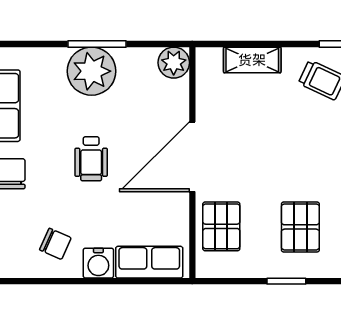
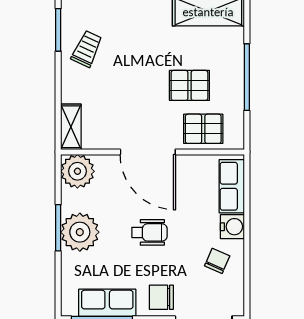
shelving: (252, 60) -> (71, 127), moved
plant: (174, 63) -> (77, 171), width x1.36, depth x1.36
pallet: (300, 227) -> (189, 85), moved
window: (286, 281) -> (247, 77), width x2.17

